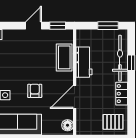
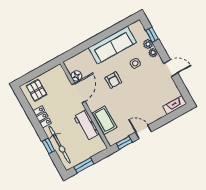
door: (34, 26) -> (144, 132), swing flipped
pallet: (113, 122) -> (36, 90), turned 90
floor lamp: (68, 125) -> (76, 76), moved

